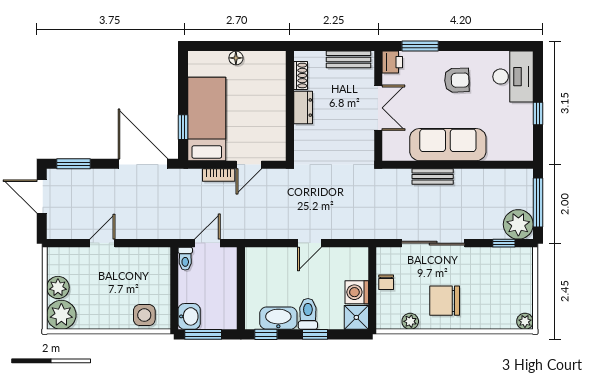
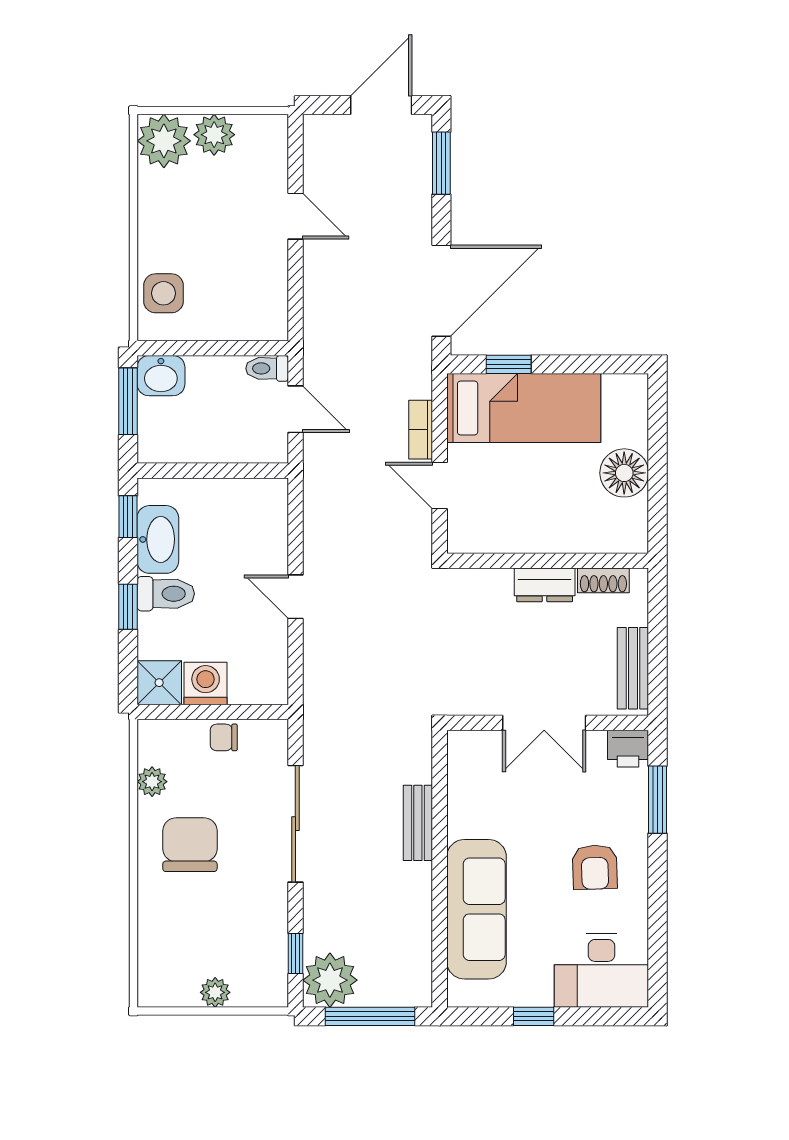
floor lamp: (236, 58) -> (624, 473), width x1.89, depth x1.89
sofa: (448, 145) -> (477, 909), moved
plant: (525, 321) -> (215, 992), moved

